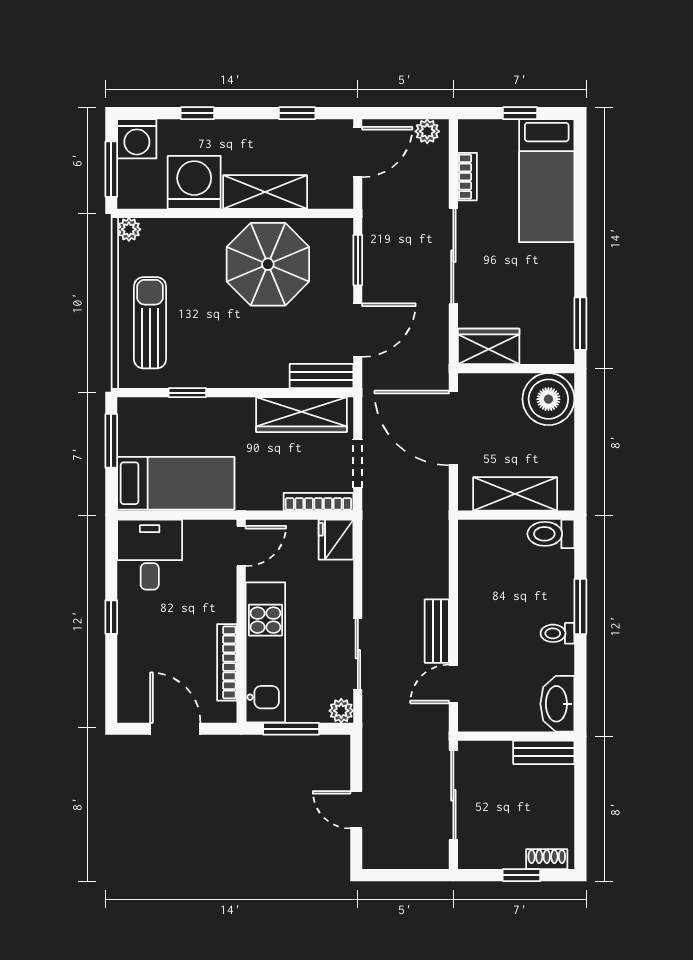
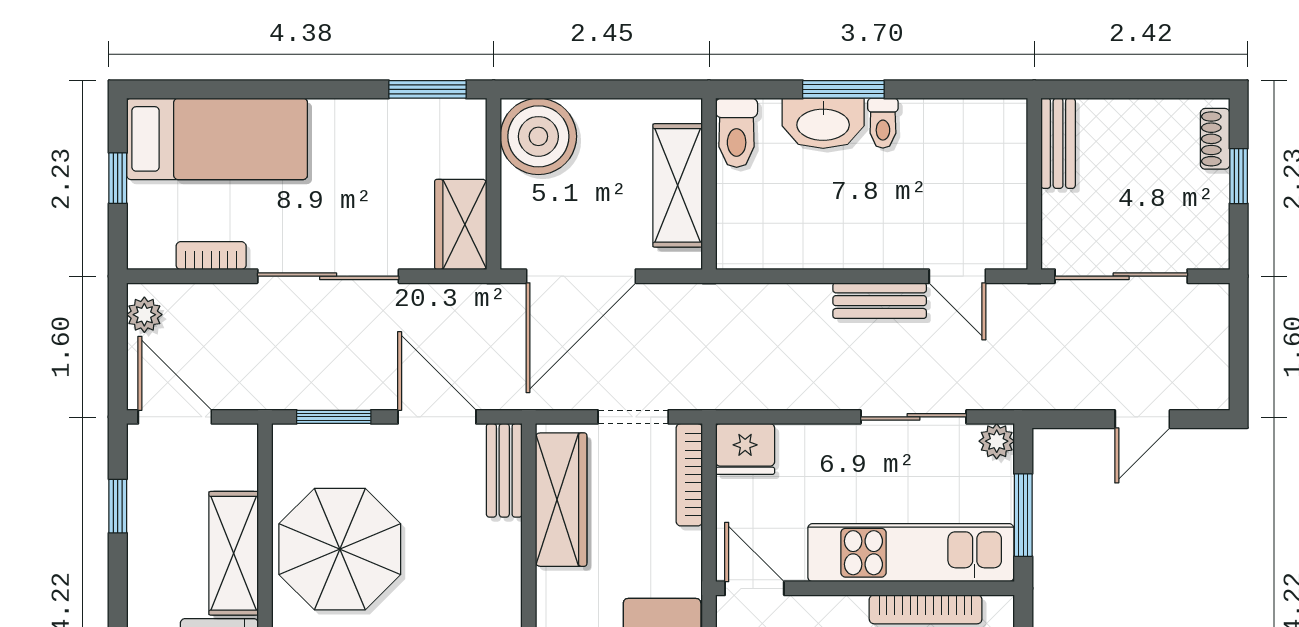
washbasin: (557, 704) -> (823, 123), moved

